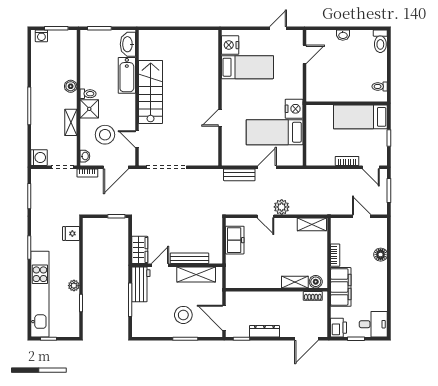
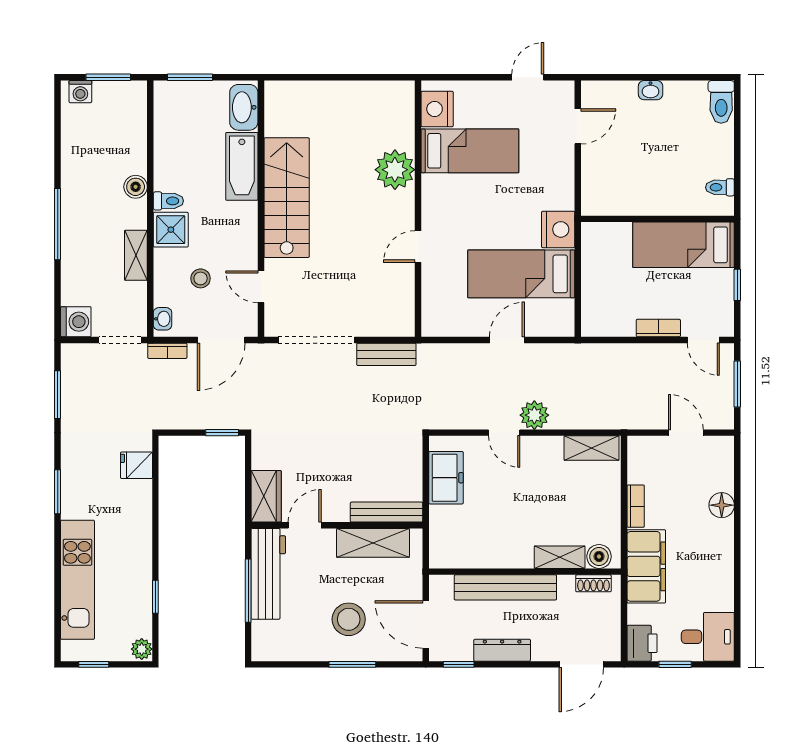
plant: (208, 77) -> (395, 170), added
stool: (105, 135) -> (201, 278), width x0.53, depth x0.53
bench: (239, 175) -> (386, 354), moved
bench: (189, 258) -> (387, 512), moved
workbench: (141, 284) -> (268, 574), width x1.38
plant: (74, 286) -> (142, 649), moved
kitchen unit: (40, 294) -> (77, 580), width x0.73
bench: (266, 298) -> (505, 587), added

